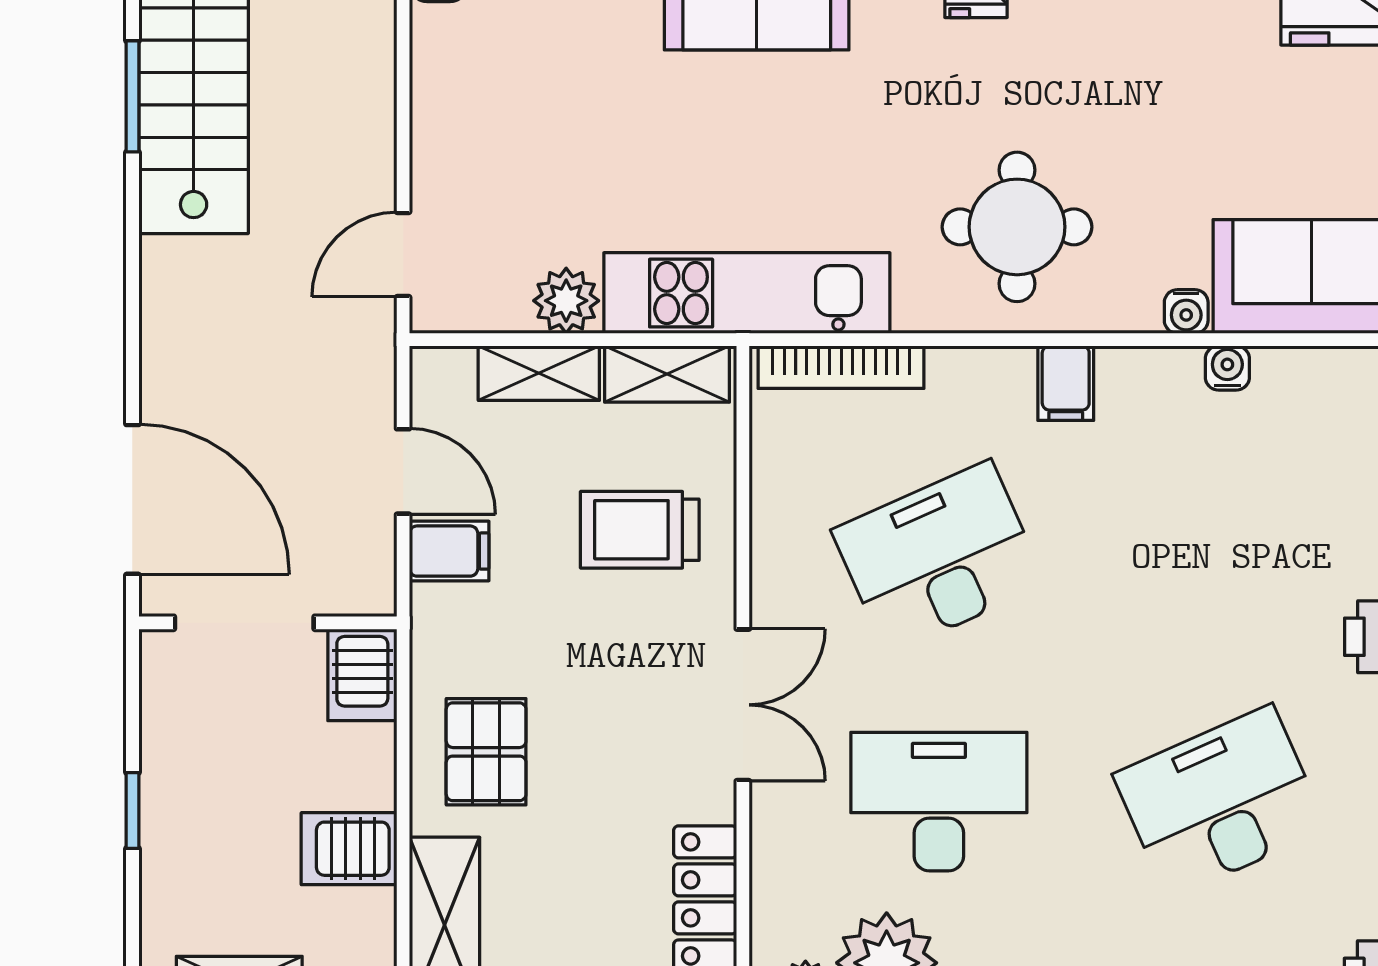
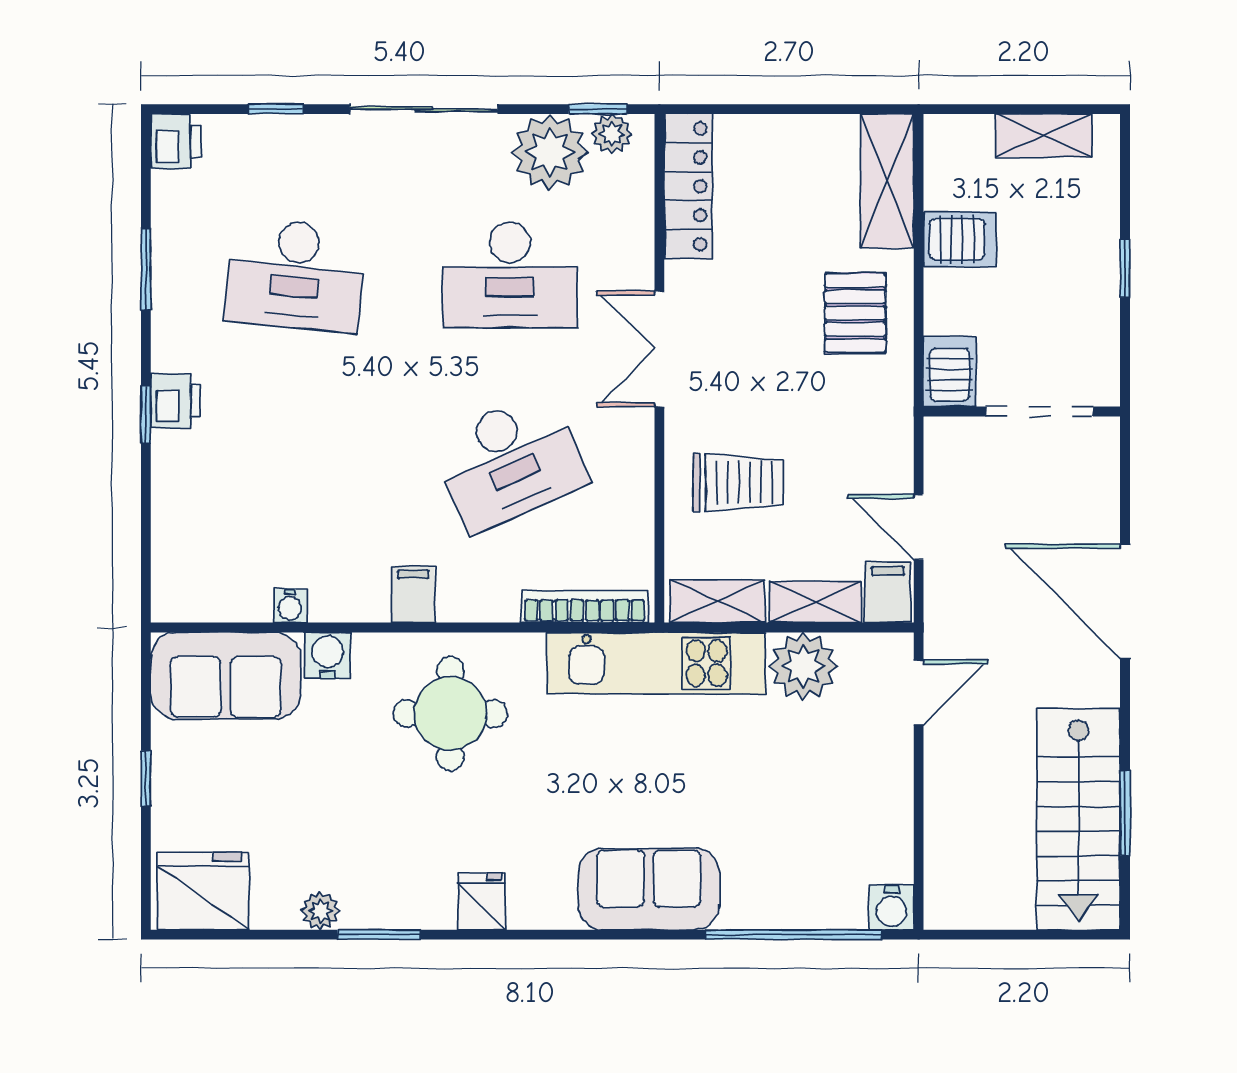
plant: (566, 301) -> (803, 666), width x1.36, depth x1.36
water cooler: (1186, 311) -> (328, 655), width x1.38, depth x1.38
door: (132, 499) -> (1125, 601), moved
filing cabinet: (449, 551) -> (888, 592), moved, turned 90
desk: (1220, 802) -> (295, 275), turned 30

